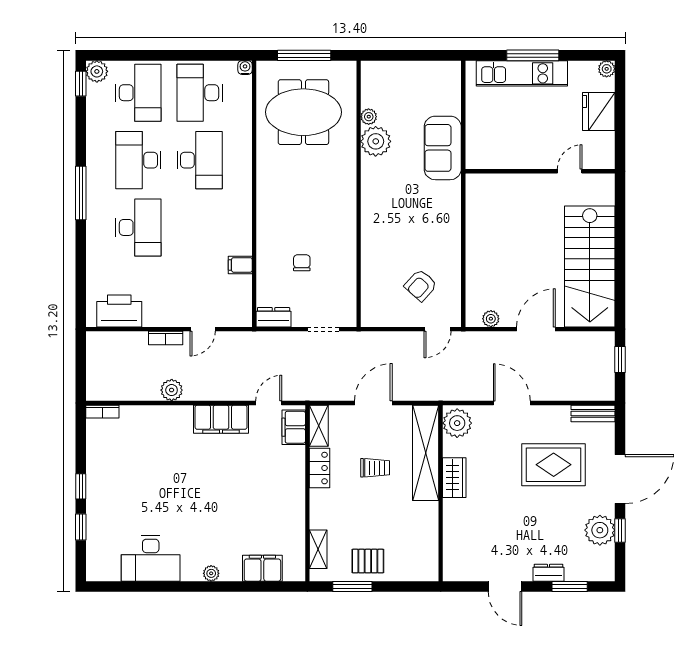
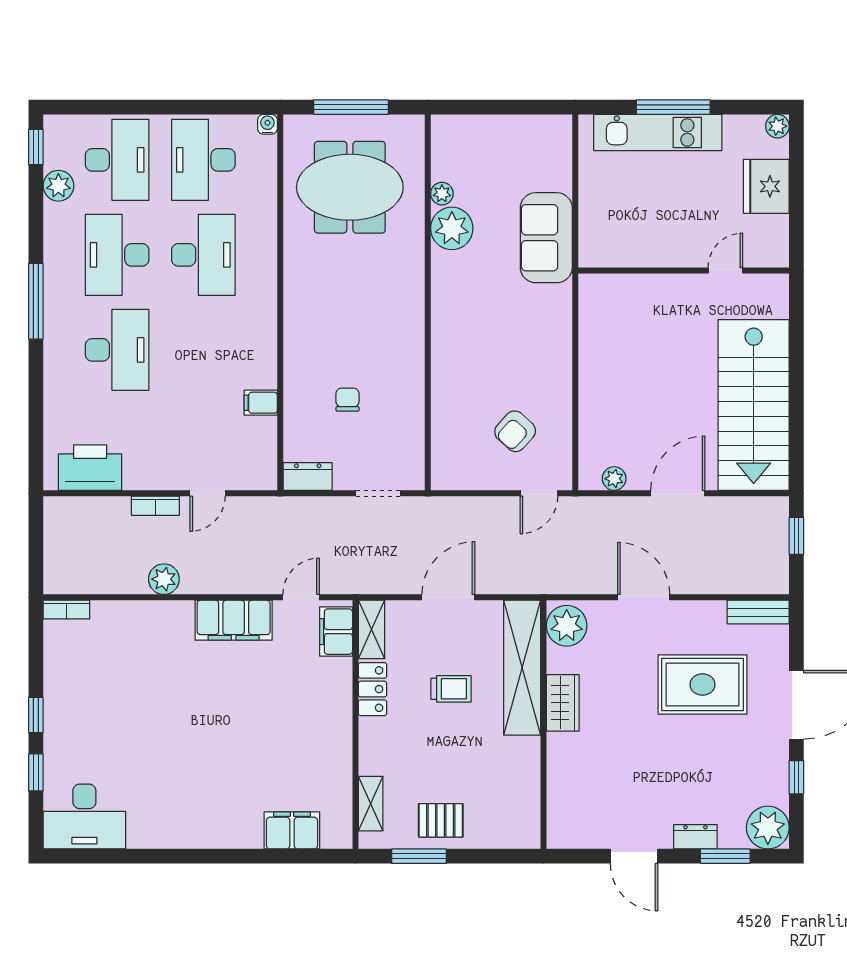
plant: (97, 71) -> (58, 186), moved
plant: (600, 530) -> (768, 828), moved
desk: (151, 558) -> (84, 817), moved
plant: (211, 573) -> (220, 838), removed

